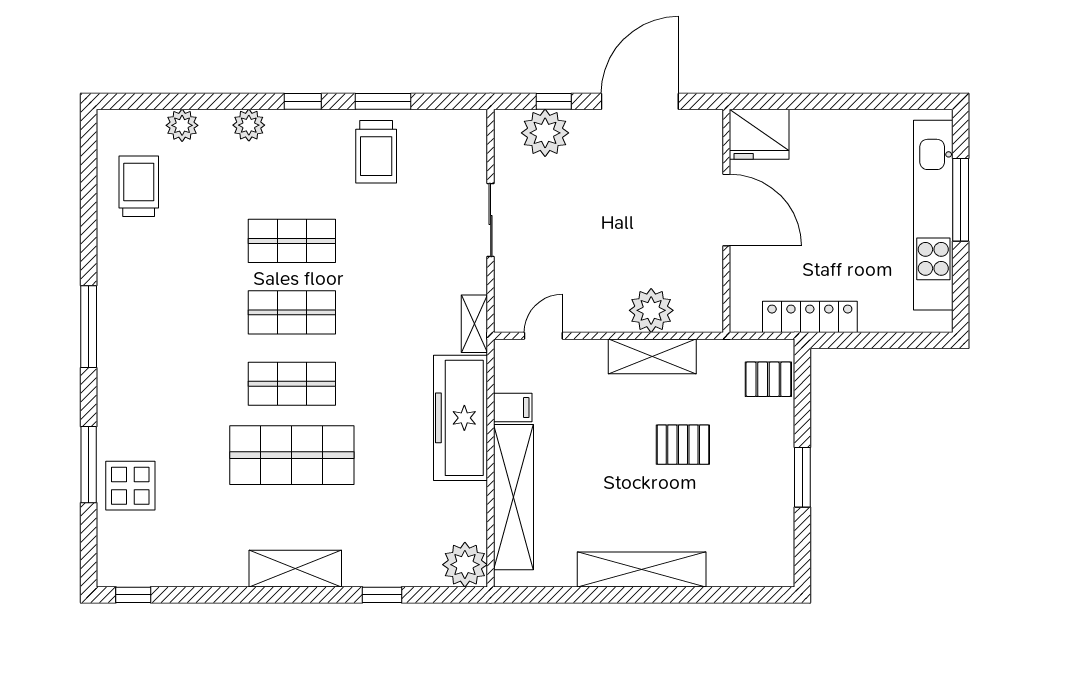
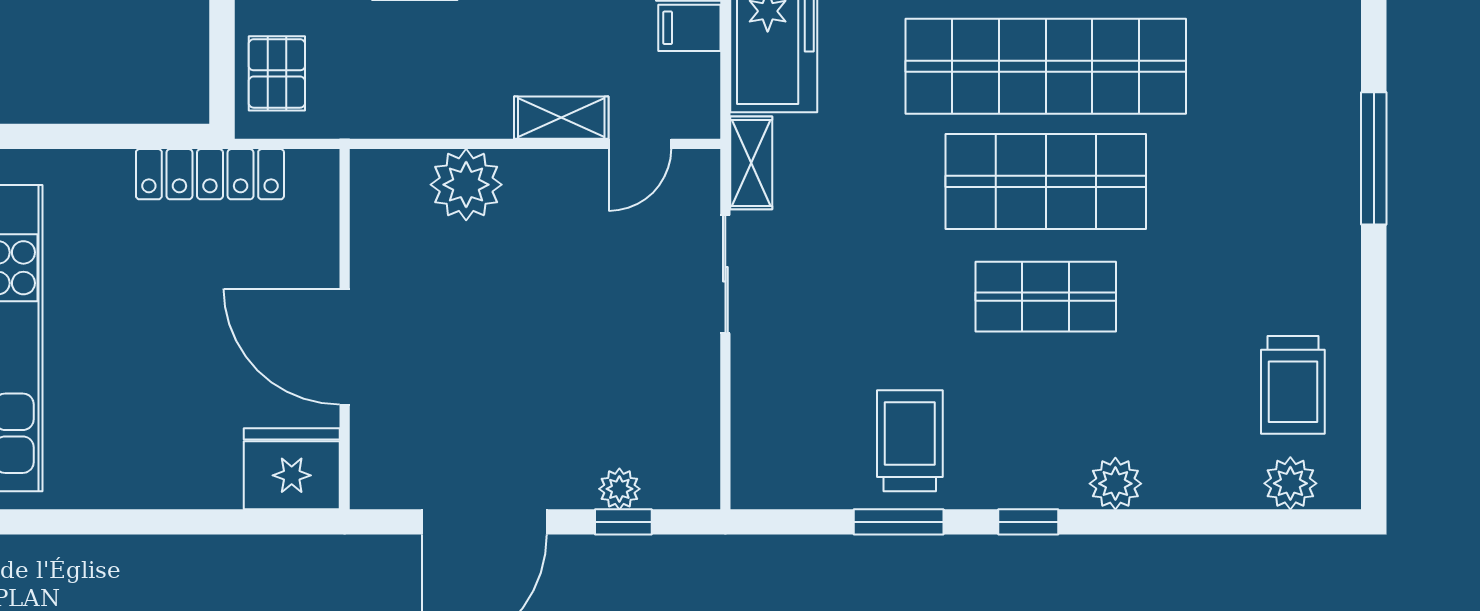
plant: (182, 125) -> (1290, 483), moved
plant: (545, 133) -> (619, 489), width x0.53, depth x0.53
sliding door: (491, 220) -> (725, 274), moved
shop shelf: (292, 312) -> (1046, 181), width x1.43, depth x1.36
shelving: (652, 356) -> (561, 118), moved, width x0.67, depth x0.75
pallet: (768, 379) -> (277, 73), turned 90
shop shelf: (292, 384) -> (1046, 66), width x2.00, depth x1.36

